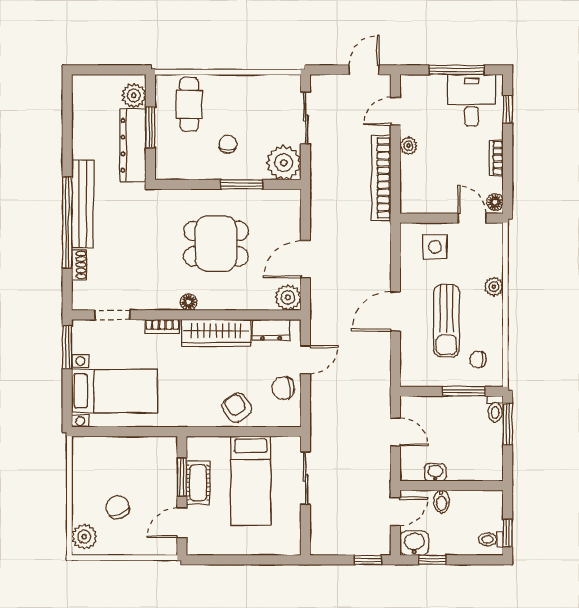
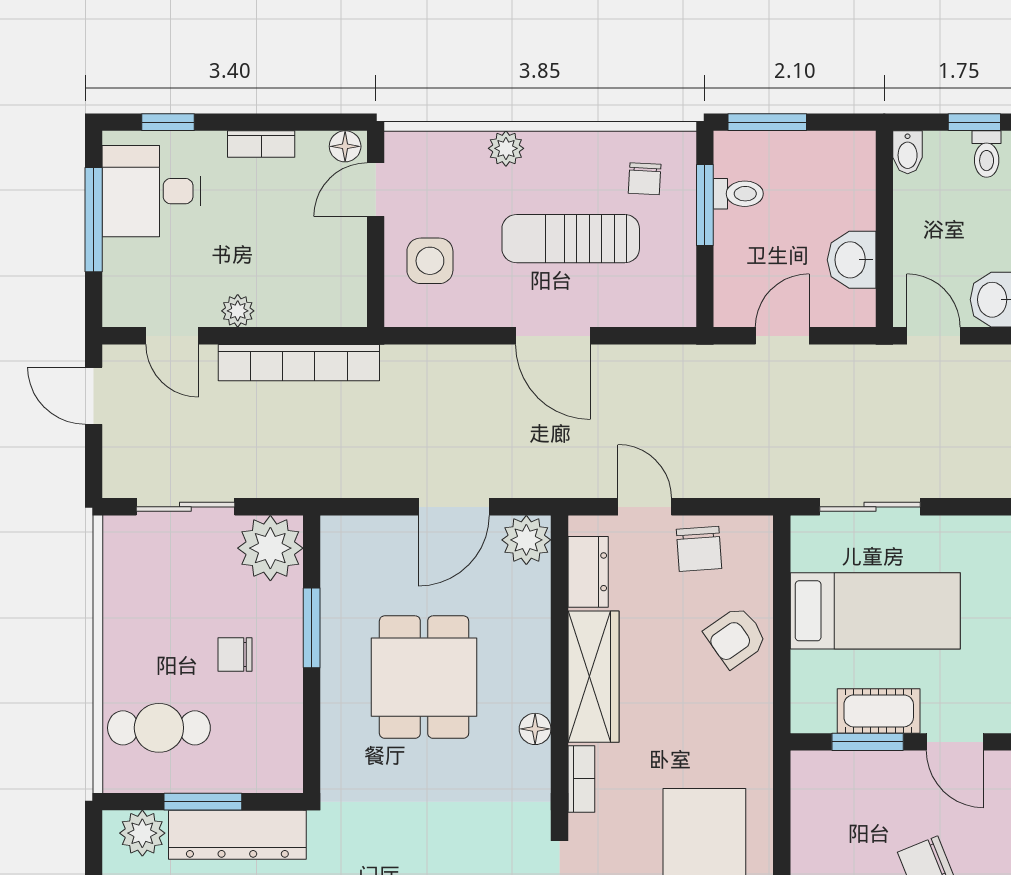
door: (305, 259) -> (454, 507), hinge flipped
sun lounger: (446, 321) -> (571, 239), turned 180
toilet: (495, 409) -> (738, 194), moved
washbasin: (435, 472) -> (852, 260), width x1.38, depth x1.45
bidet: (442, 501) -> (908, 152), moved, turned 90

